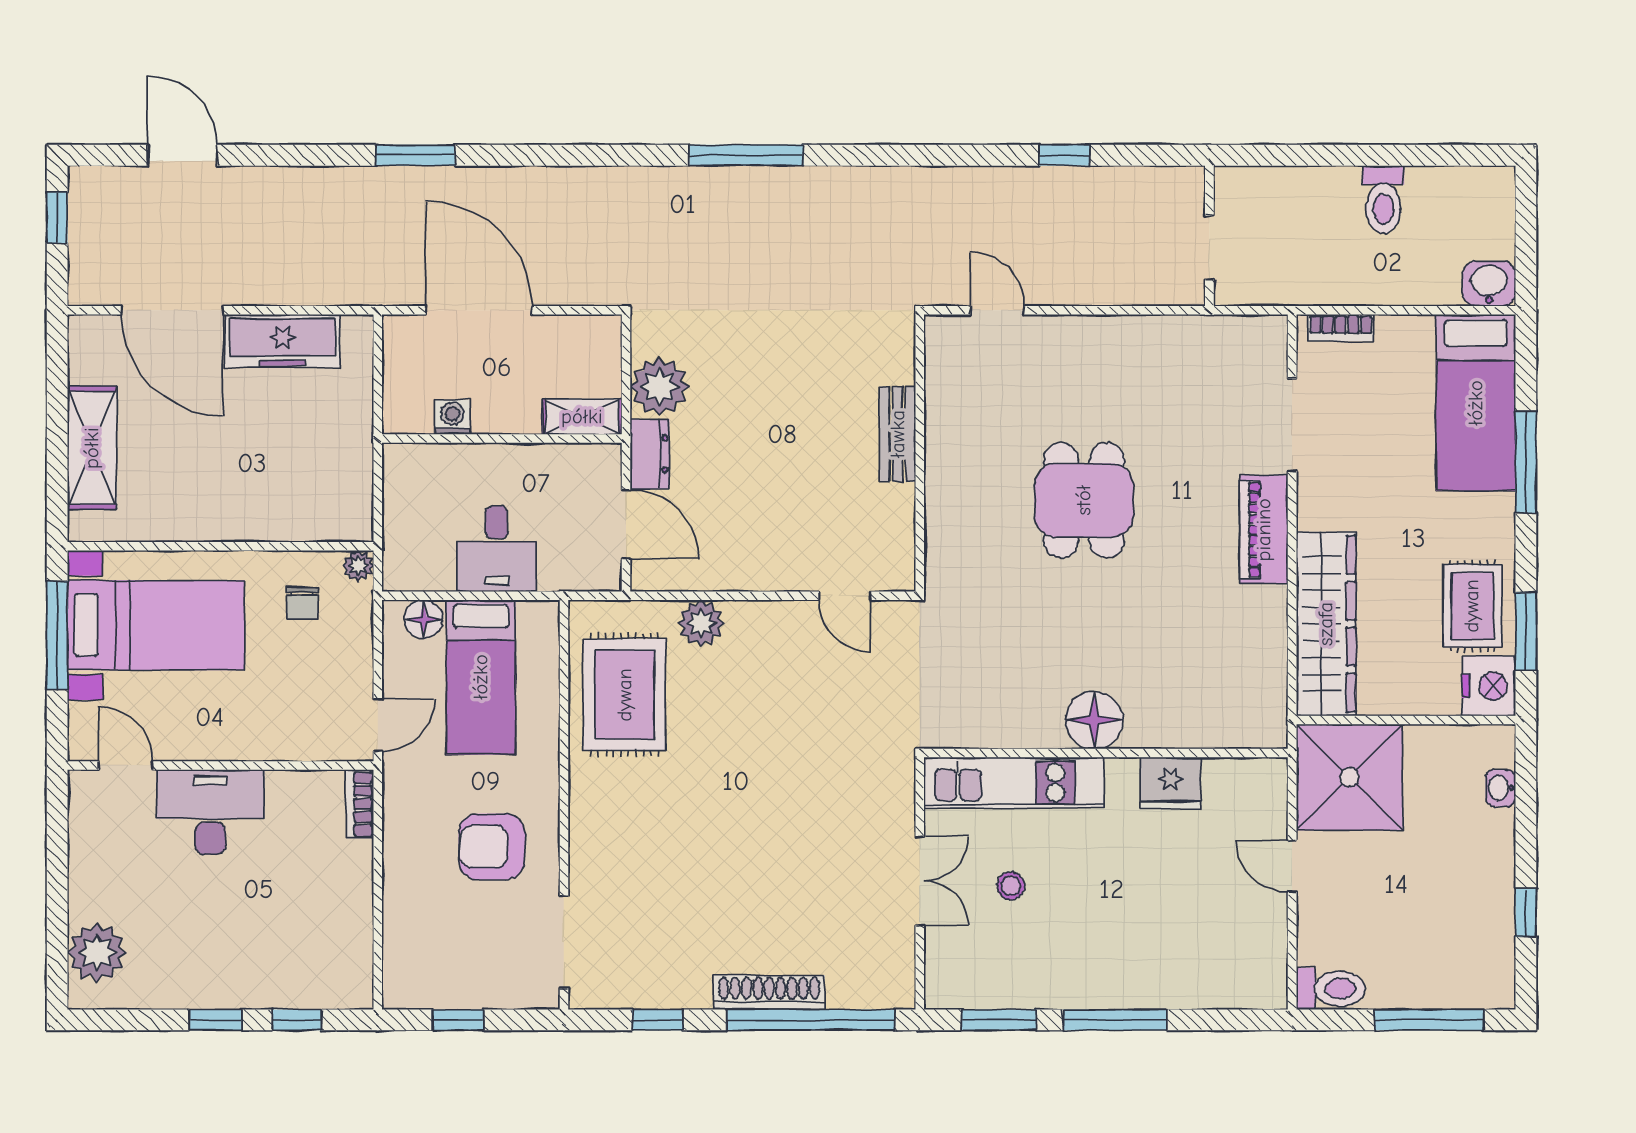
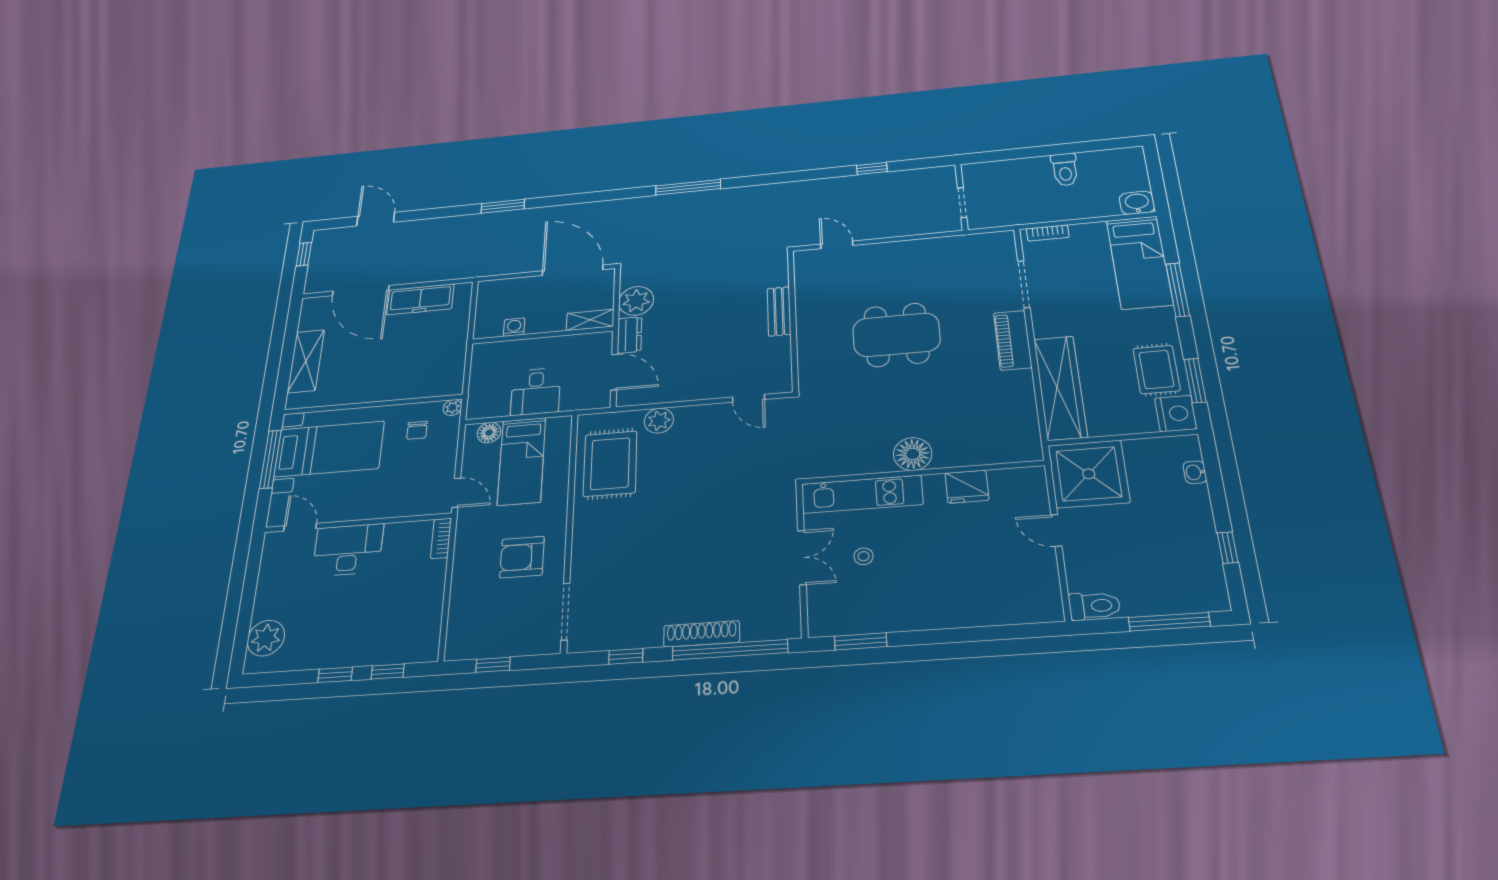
door: (479, 310) -> (573, 270), moved
dining table: (1084, 500) -> (896, 335), width x1.38
door: (378, 725) -> (456, 493), hinge flipped
window: (1115, 1020) -> (942, 636), removed

